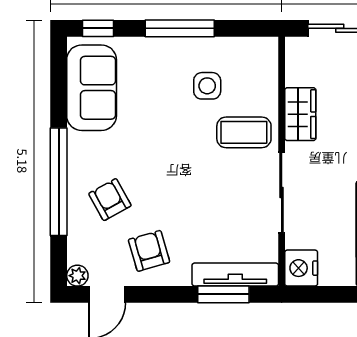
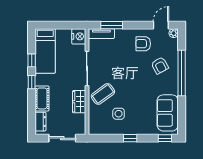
window: (180, 28) -> (130, 138), width x0.46
coffee table: (244, 132) -> (103, 94), turned -36
armchair: (149, 251) -> (143, 44), turned 106
tv unit: (235, 275) -> (101, 34), width x0.71

